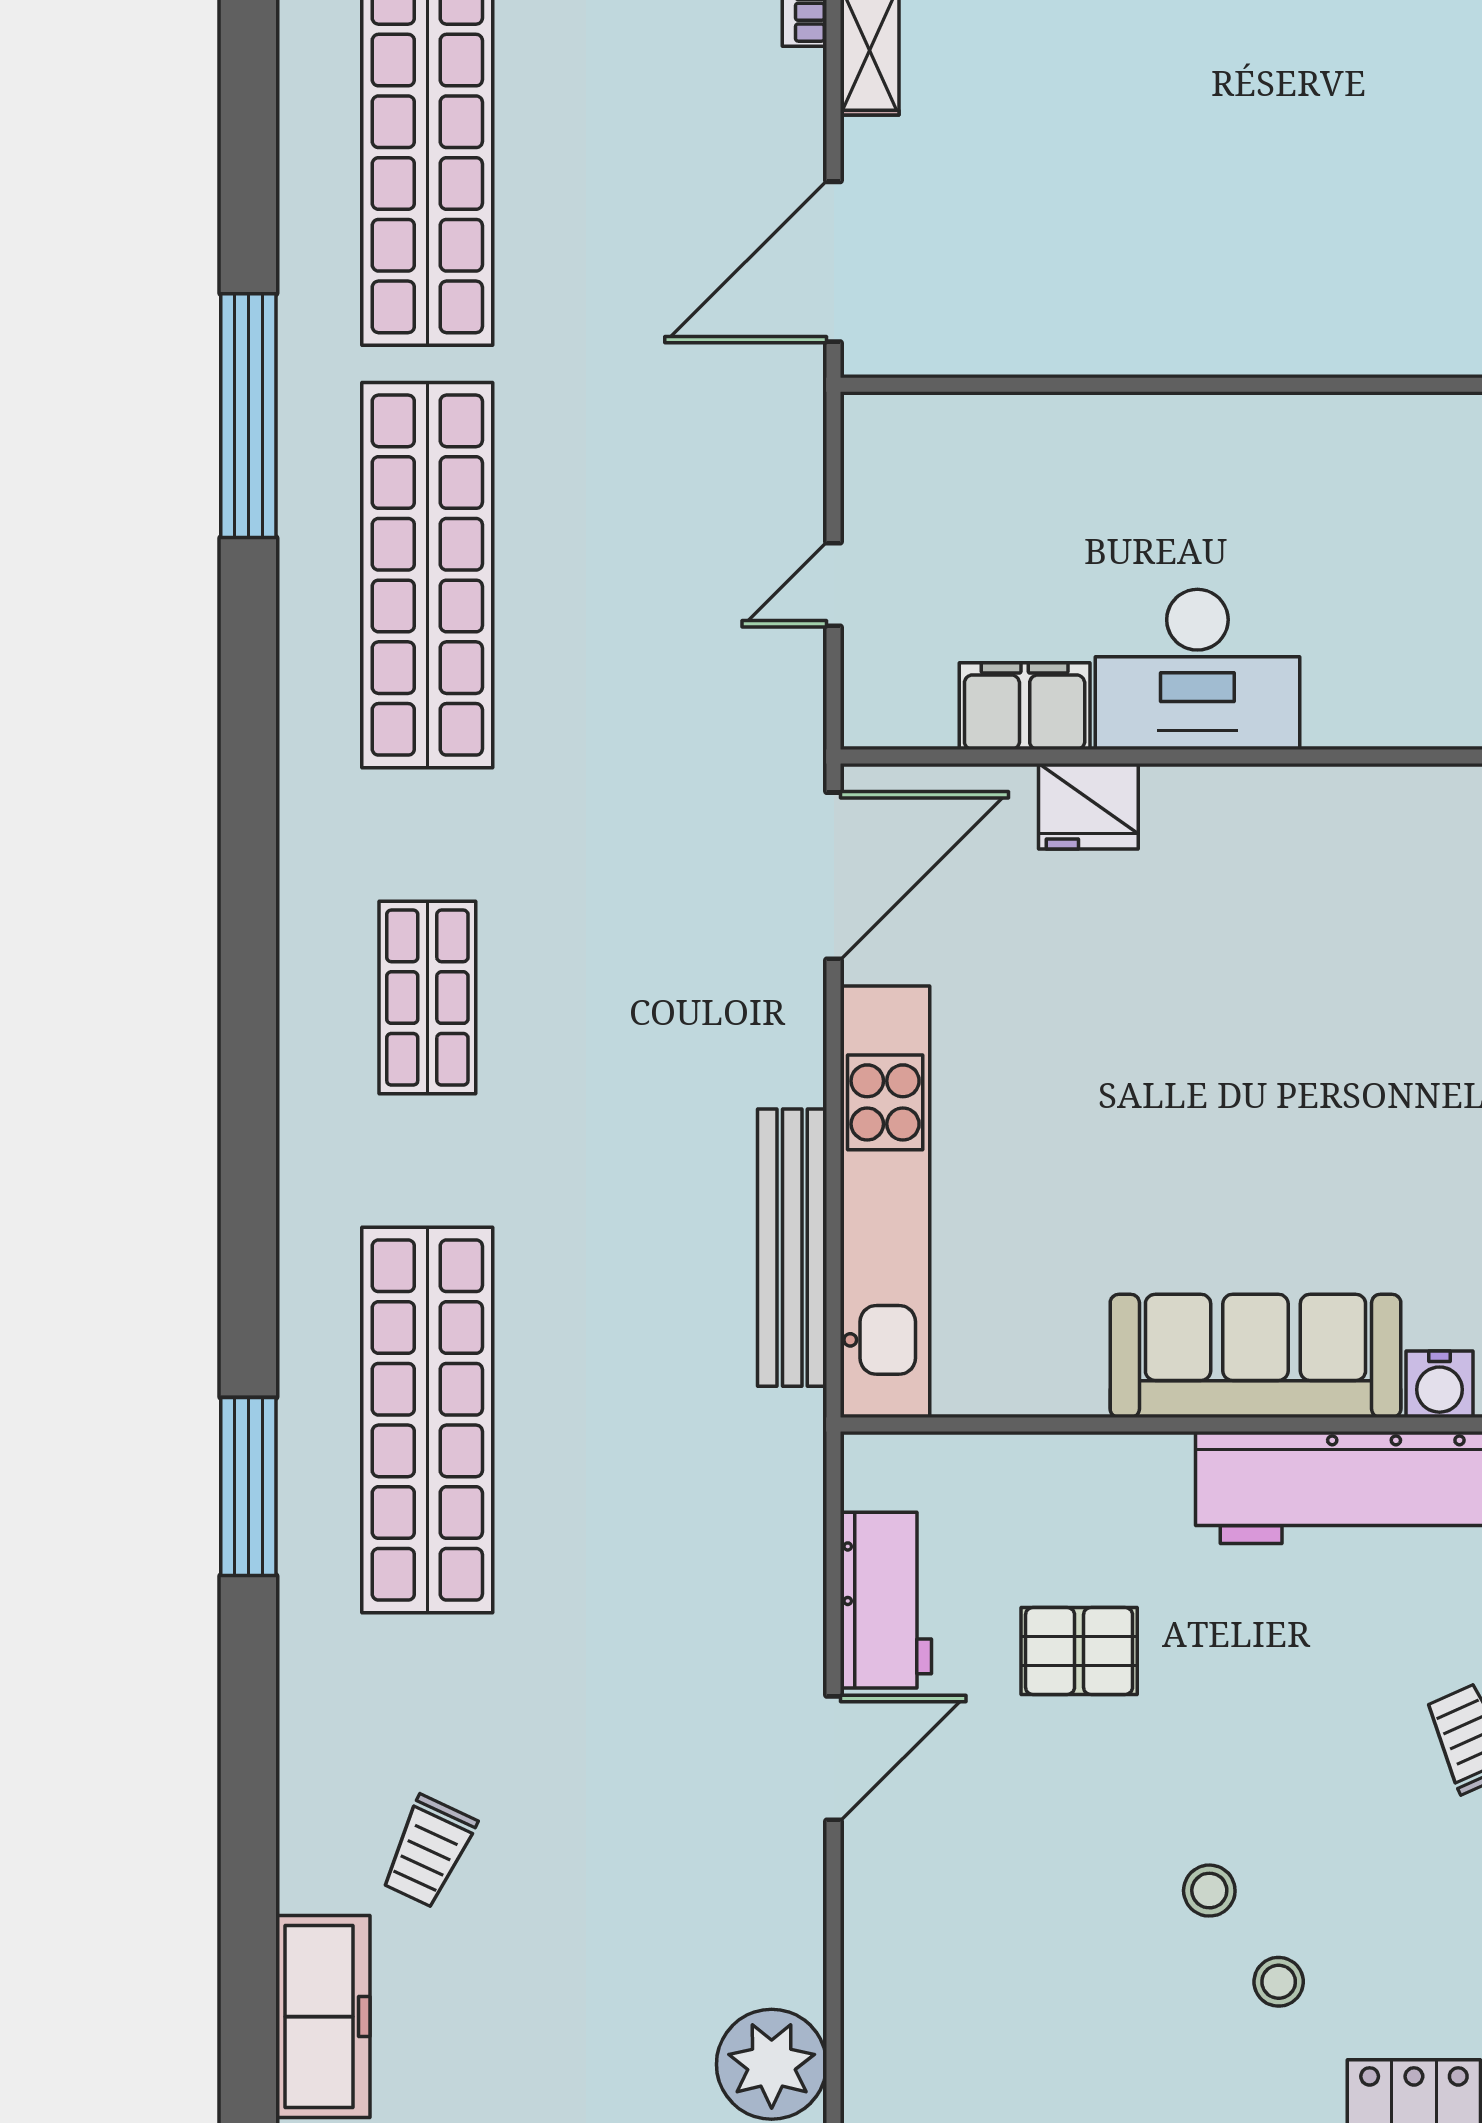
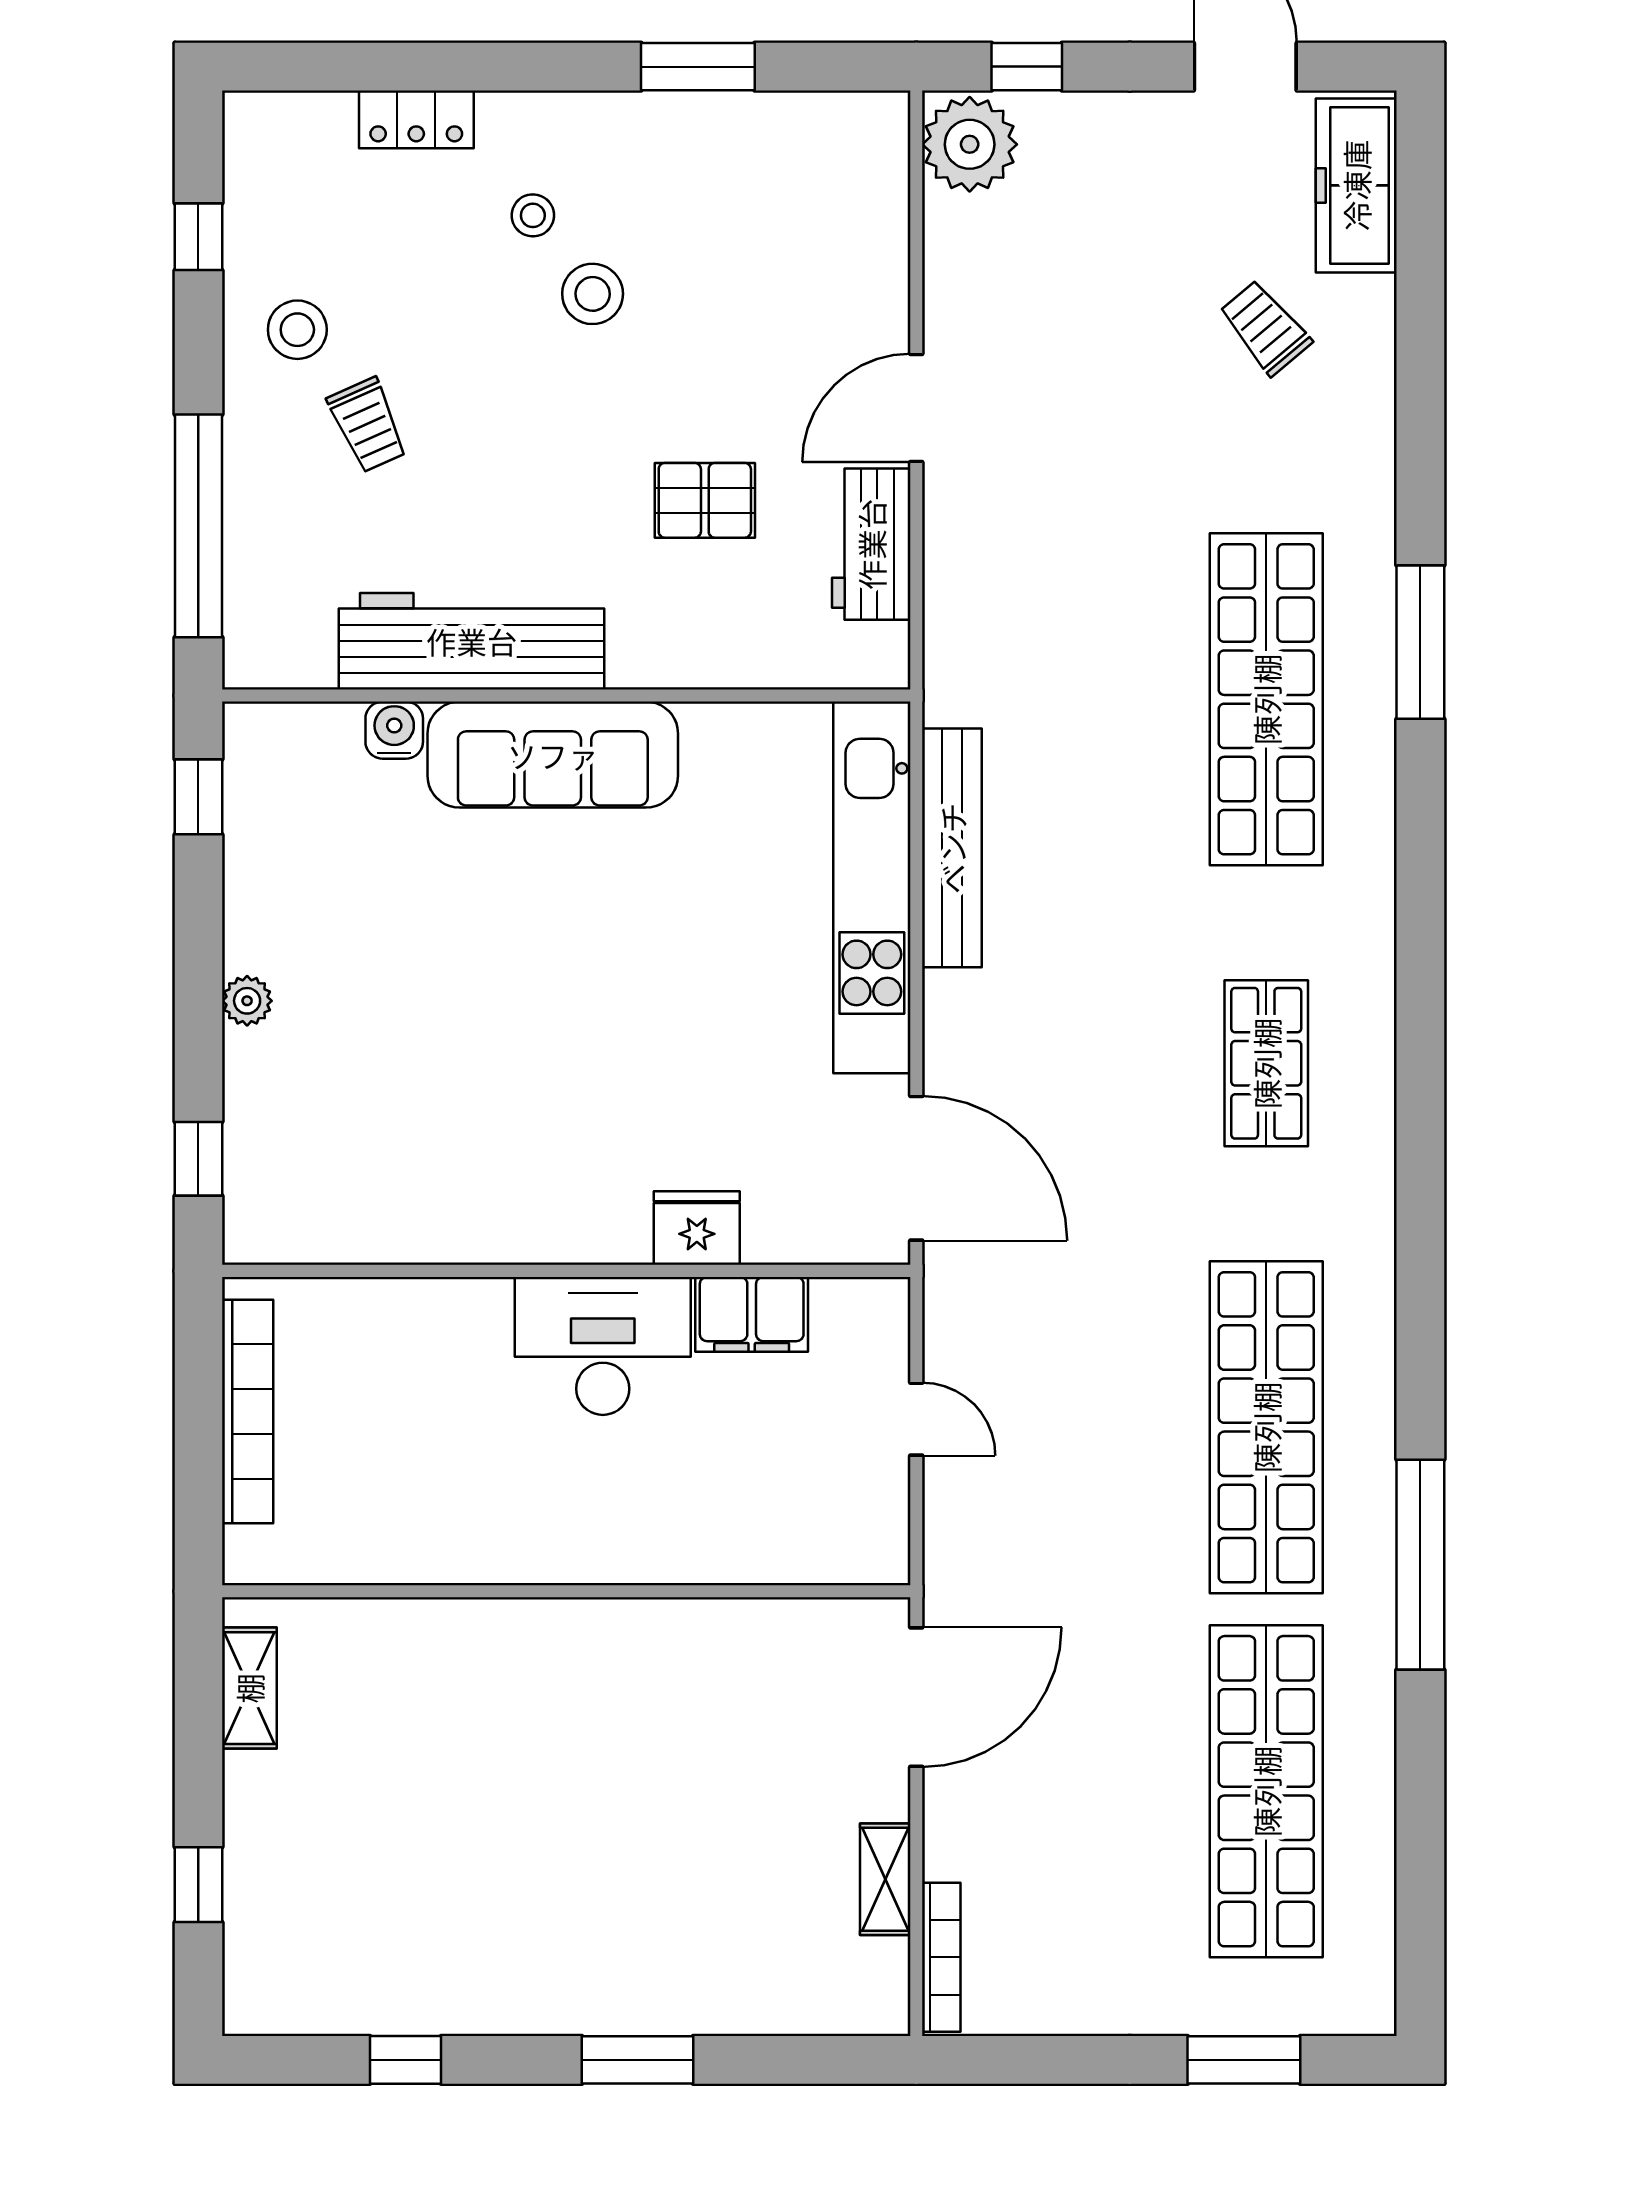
door: (834, 585) -> (916, 1419), hinge flipped
door: (834, 876) -> (916, 1168), swing flipped
trolley: (428, 1852) -> (1265, 328), turned -65
stool: (1209, 1891) -> (593, 294), width x1.37, depth x1.37

